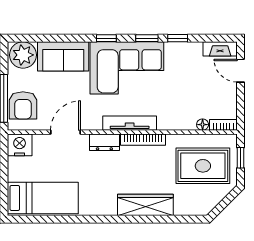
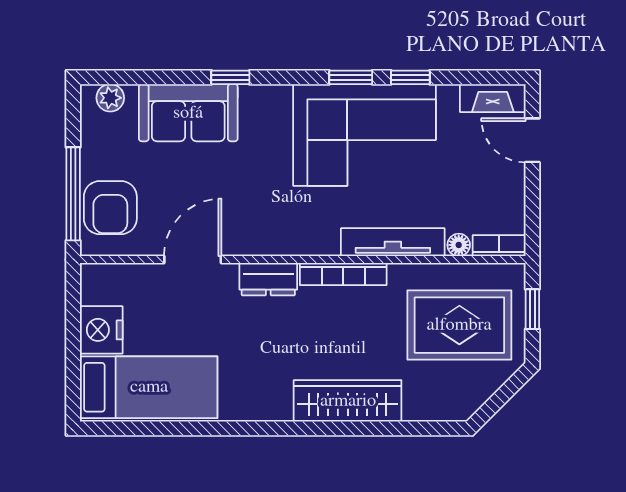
window: (106, 38) -> (230, 77), moved
plant: (23, 55) -> (110, 98), width x0.53, depth x0.53
corner sofa: (127, 68) -> (364, 135), moved
tv unit: (130, 123) -> (393, 242), moved
nightstand: (20, 145) -> (101, 330), moved, turned -90

